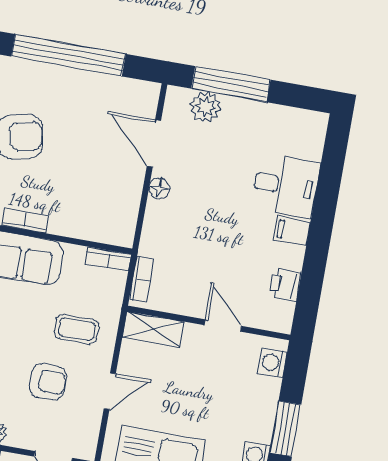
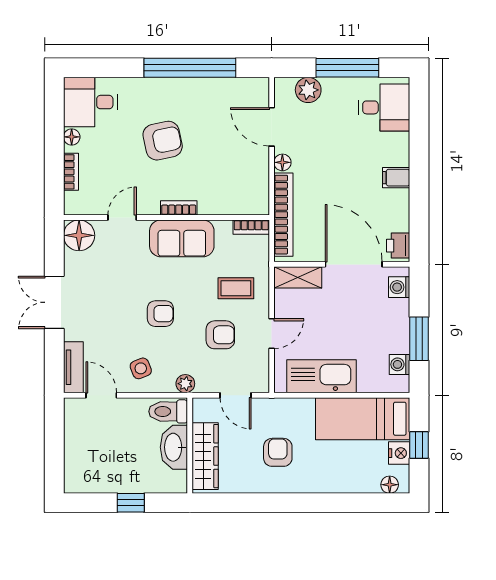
window: (231, 84) -> (347, 68), moved
desk: (285, 186) -> (384, 107), moved
bookcase: (142, 279) -> (283, 215), width x2.31, depth x1.31
printer: (285, 285) -> (398, 246), moved
door: (223, 326) -> (354, 264), width x1.87

